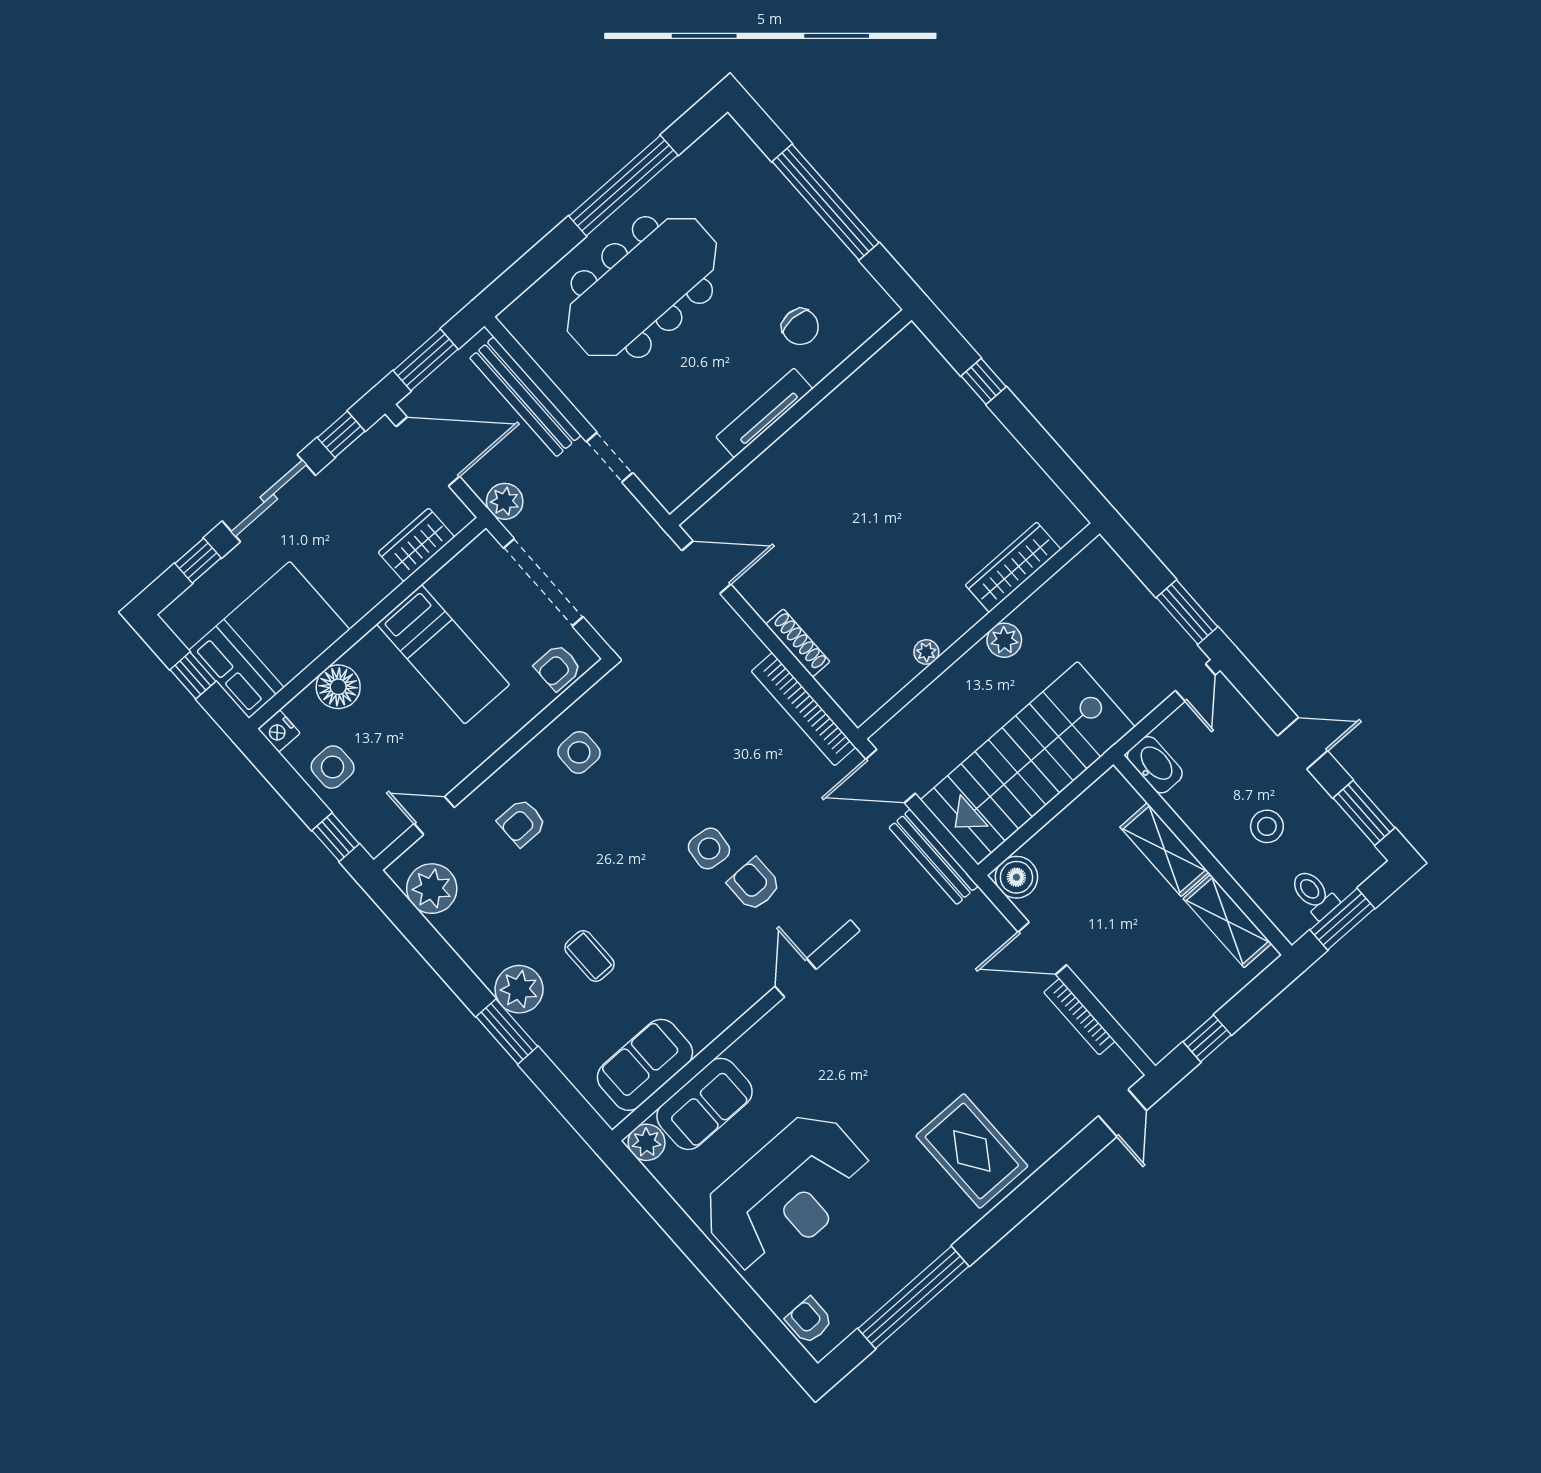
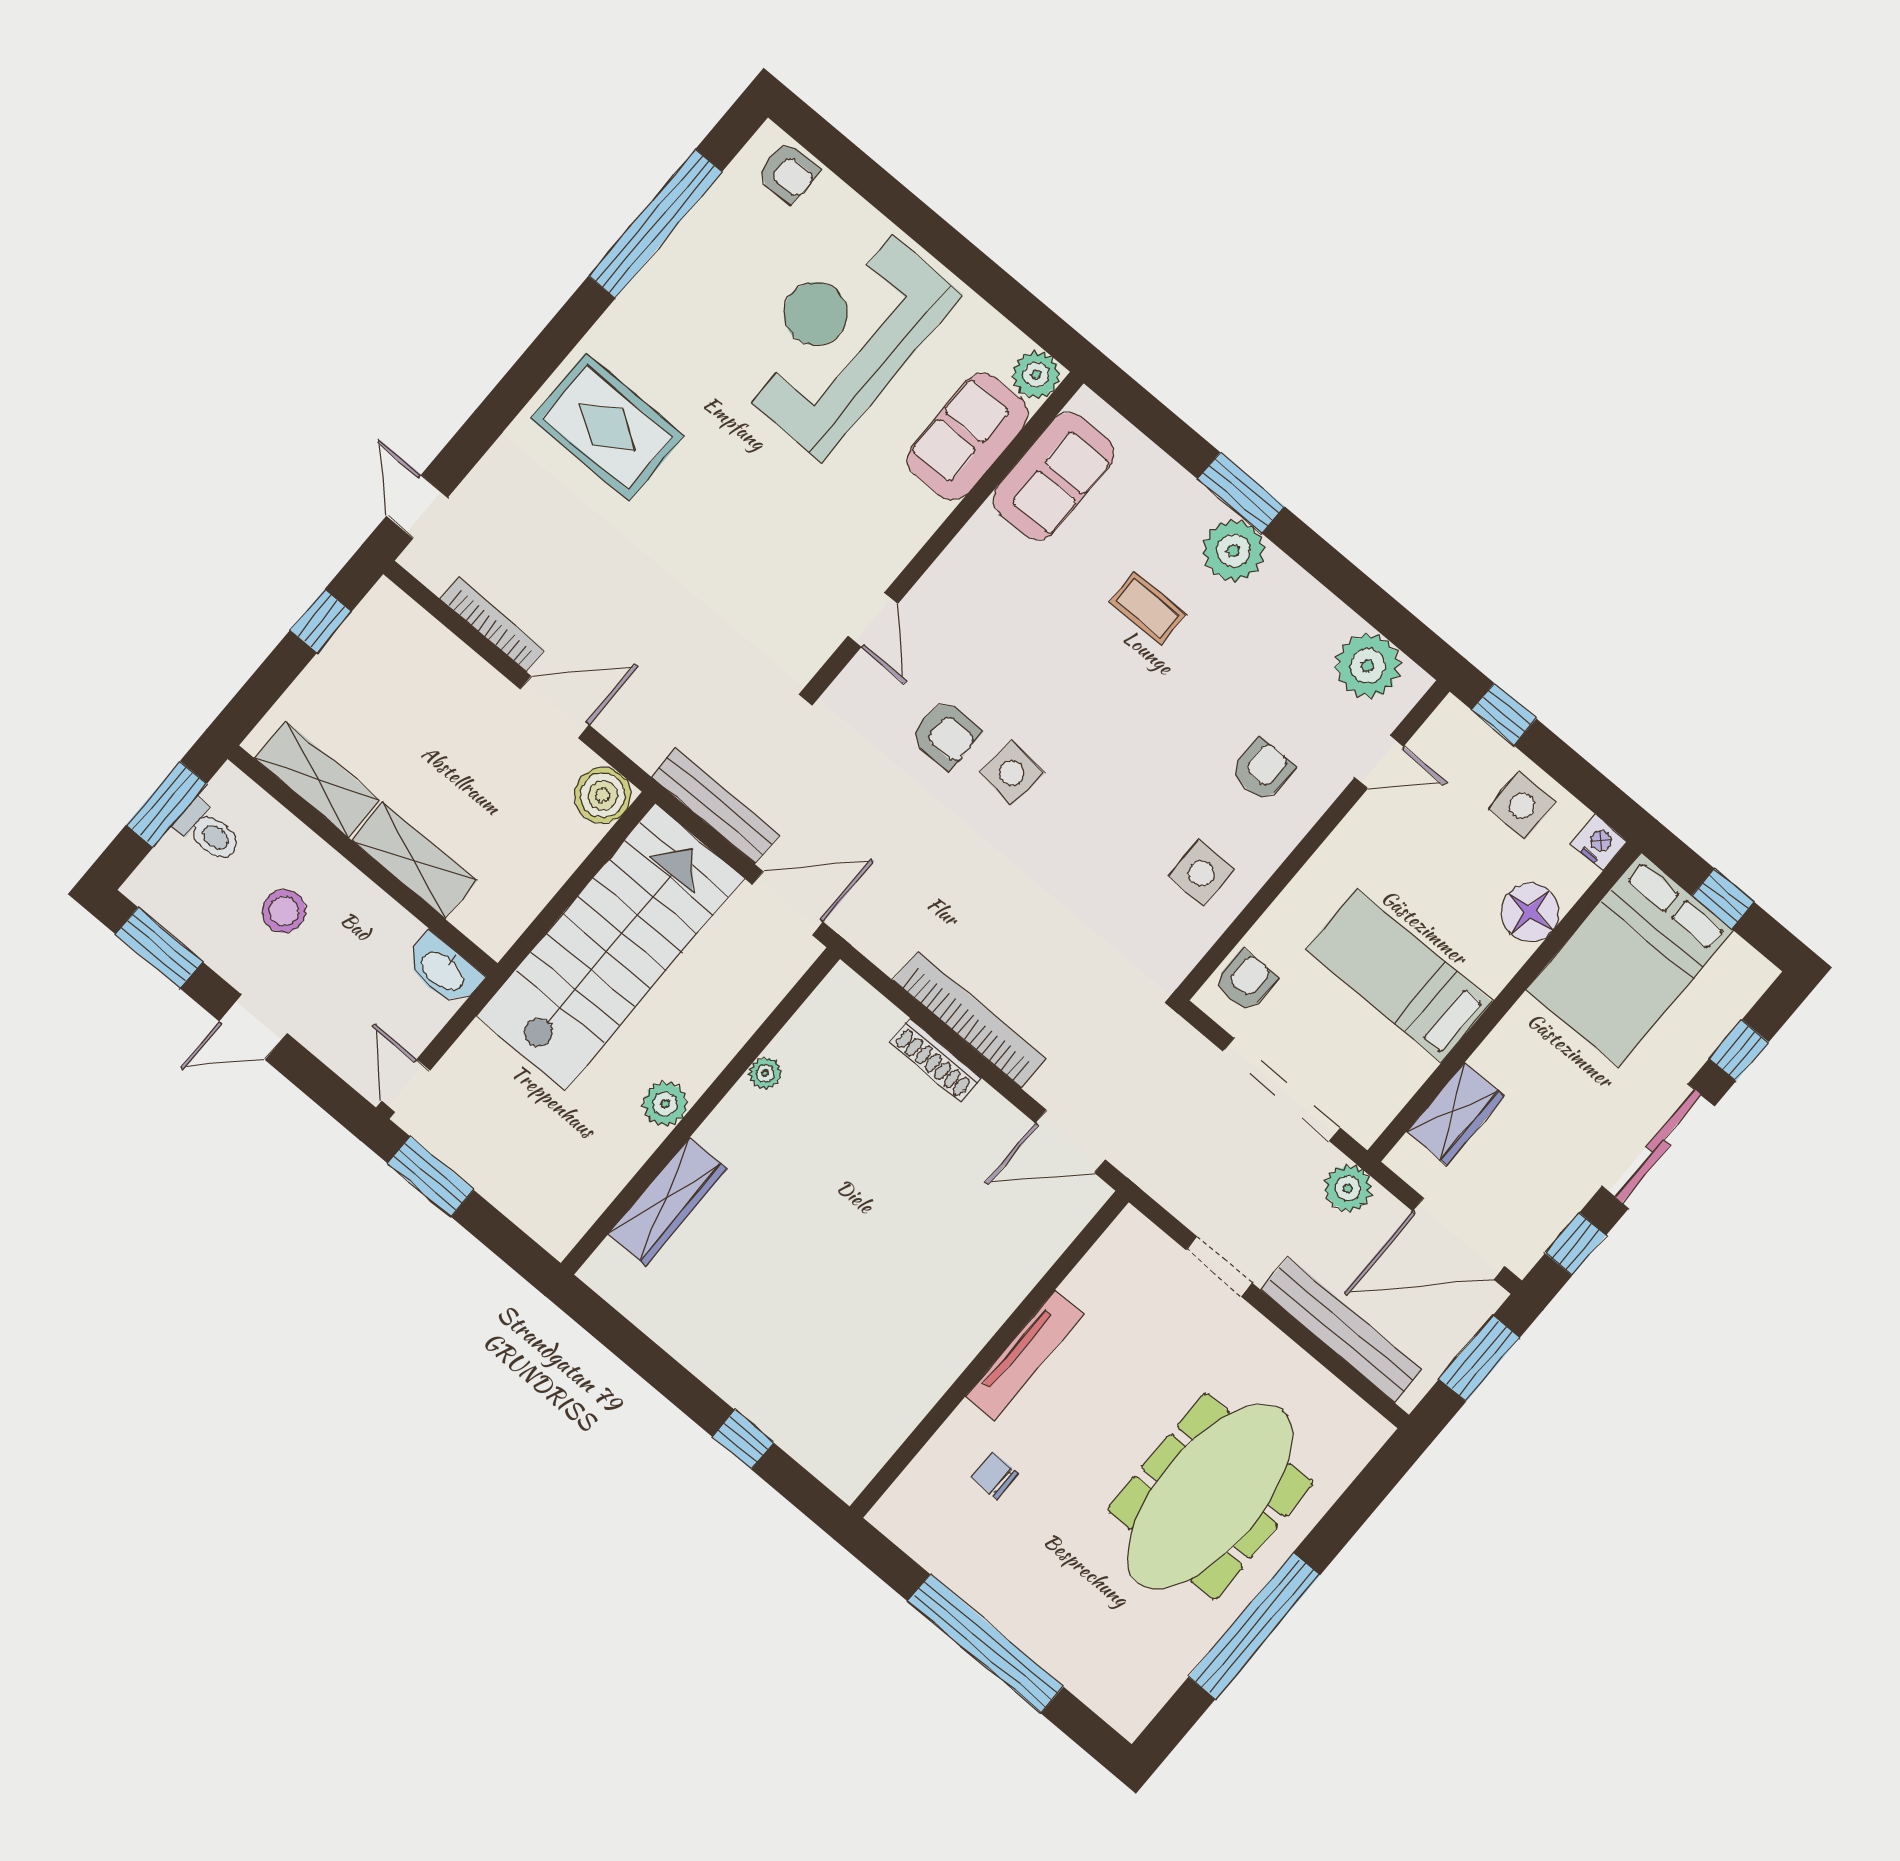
chair: (800, 327) -> (994, 1475), width x0.73, depth x0.73
bookcase: (804, 709) -> (969, 1020), moved

